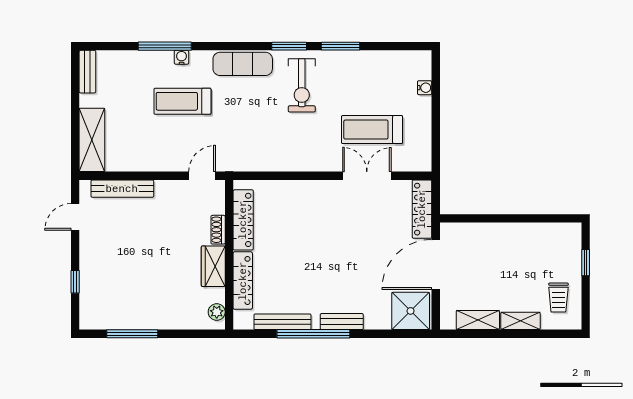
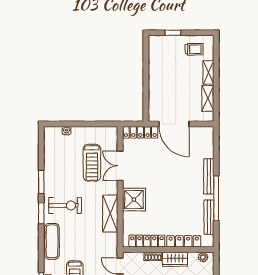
shelving: (288, 160) -> (110, 214), added
shower: (411, 311) -> (134, 200), moved
bench: (342, 322) -> (209, 176), width x1.36

